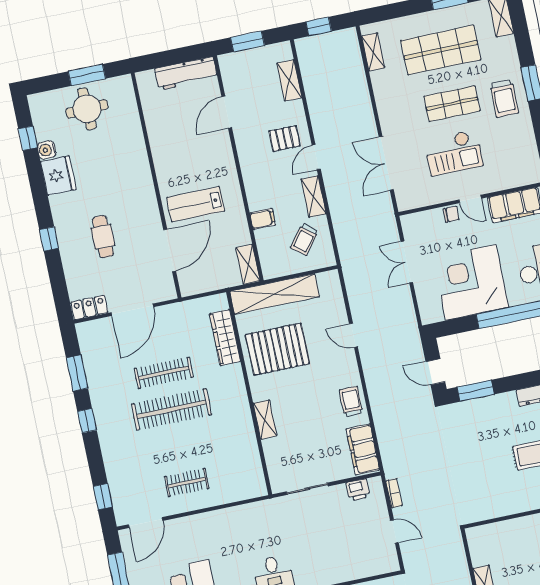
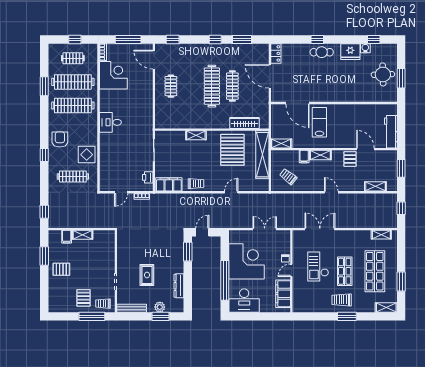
pallet: (284, 138) -> (350, 159), moved
shelving: (314, 197) -> (320, 155), moved
cafe table: (103, 237) -> (322, 52), moved

